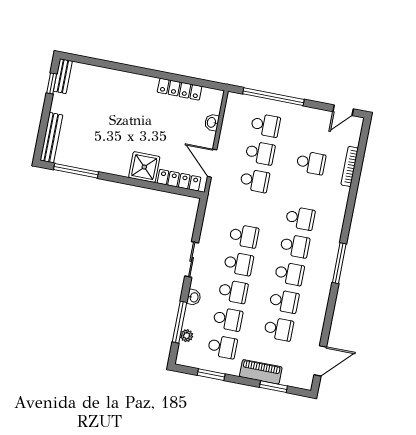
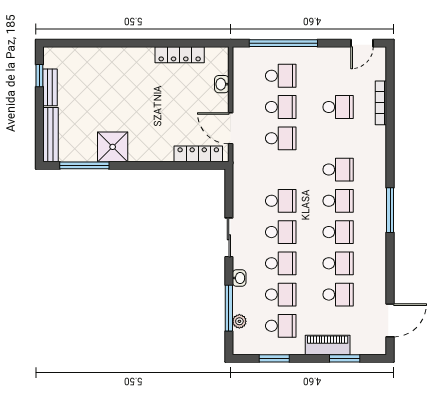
bench: (63, 76) -> (50, 87), moved
shower: (144, 167) -> (113, 147), moved

